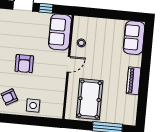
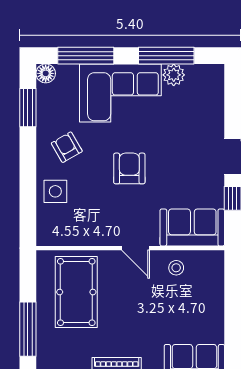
armchair: (24, 64) -> (129, 168), turned 90
pool table: (90, 99) -> (76, 292), turned 90

